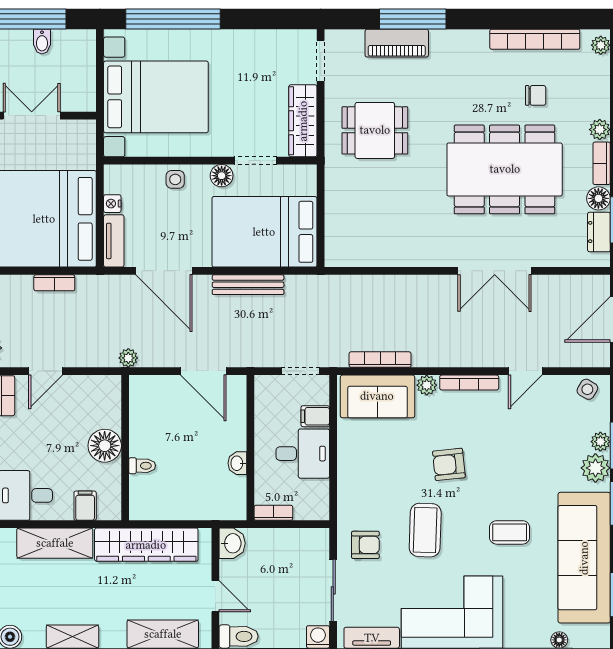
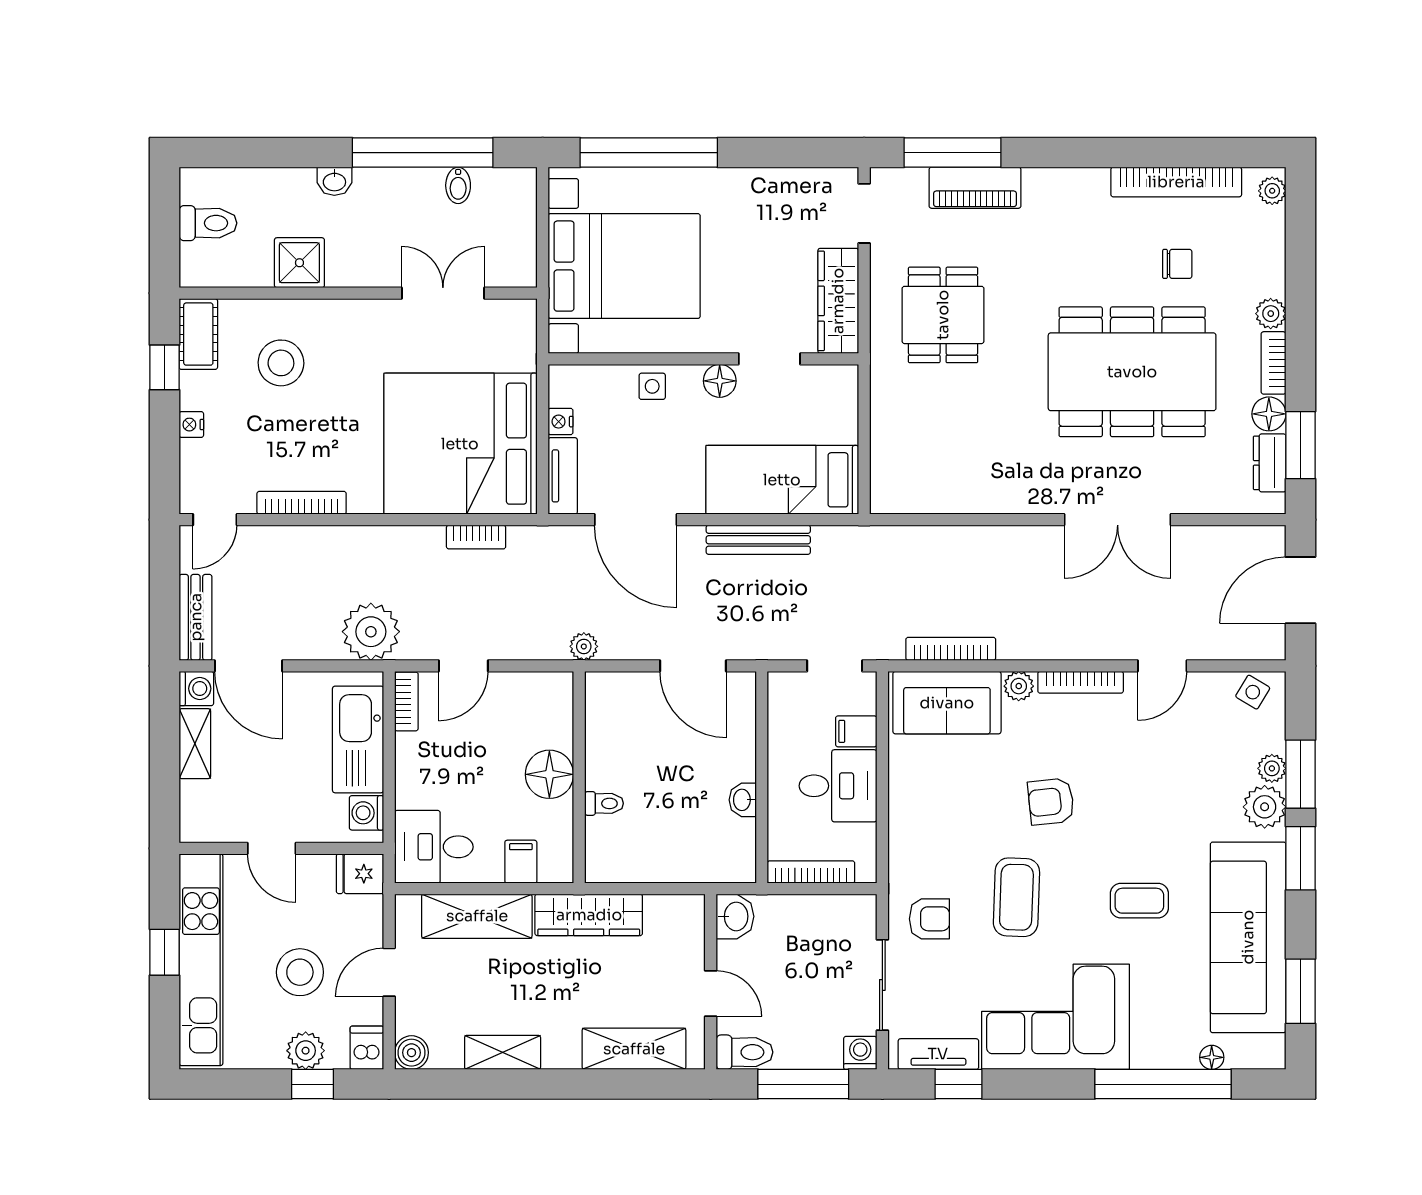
window: (413, 19) -> (953, 153), moved
dining table: (375, 130) -> (943, 315), turned 90
bed: (264, 232) -> (782, 480), width x0.67
bookcase: (273, 513) -> (811, 872), width x1.56
wardrobe: (146, 545) -> (589, 915), width x0.71, depth x0.85

